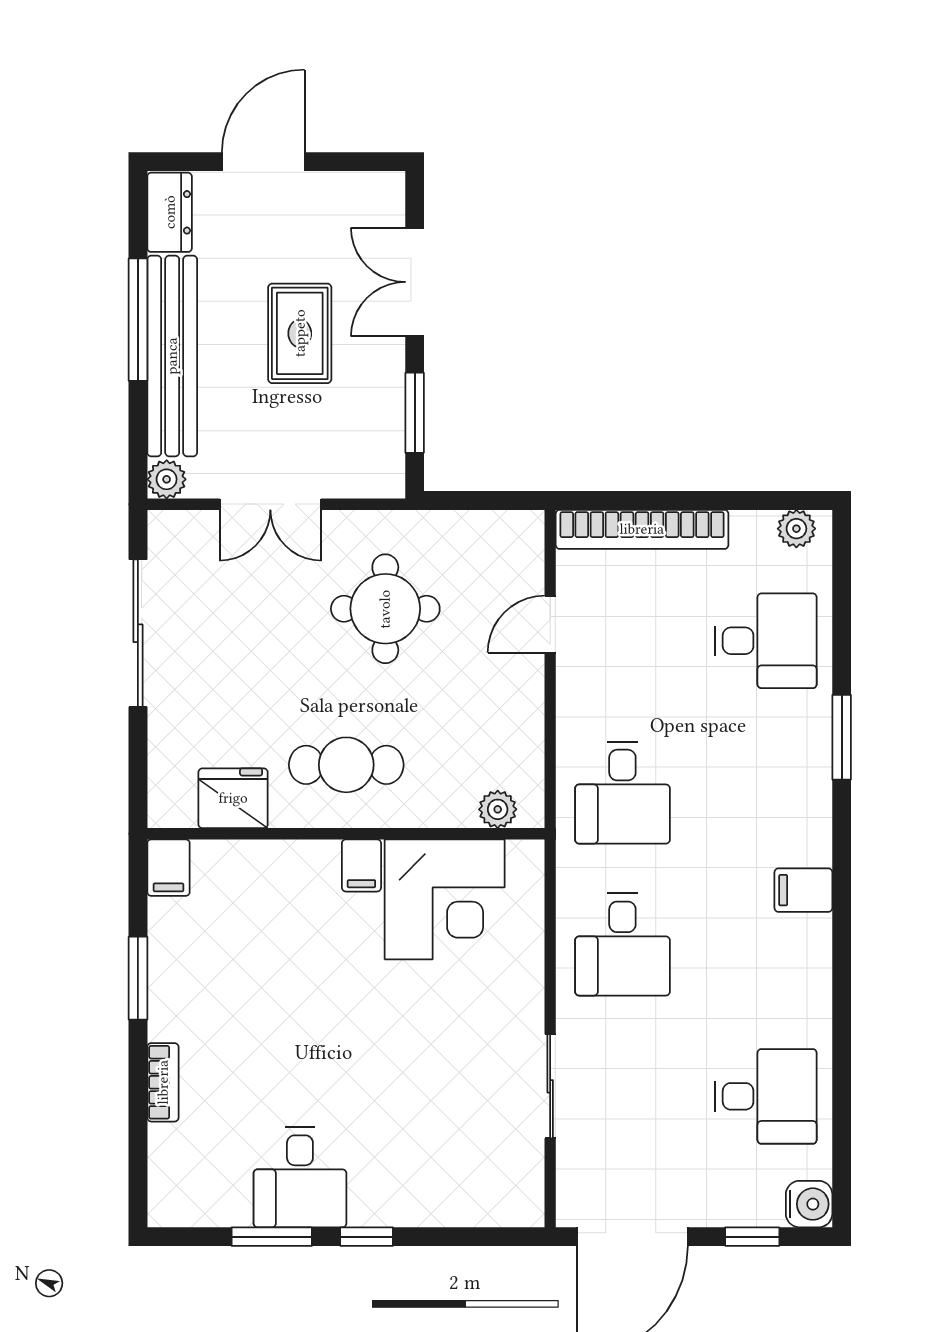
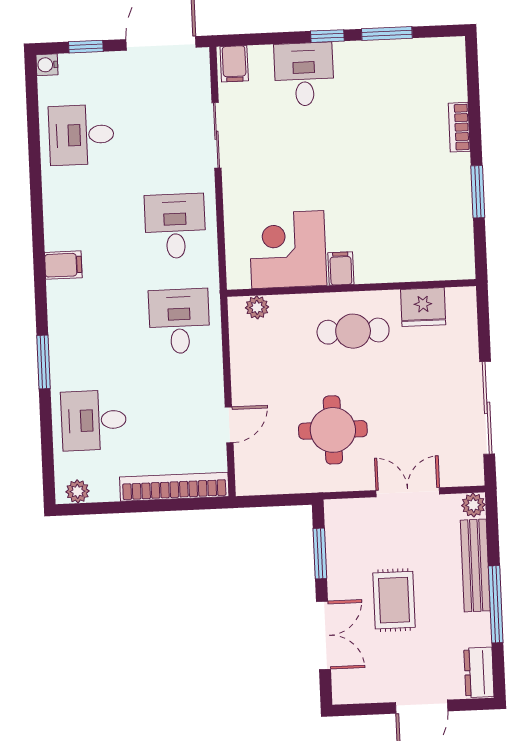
bench: (172, 356) -> (475, 565), width x0.73, depth x0.82
filing cabinet: (168, 868) -> (234, 64), moved, turned 180
desk: (300, 1177) -> (304, 74), moved
water cooler: (809, 1204) -> (47, 65), width x0.72, depth x0.72

